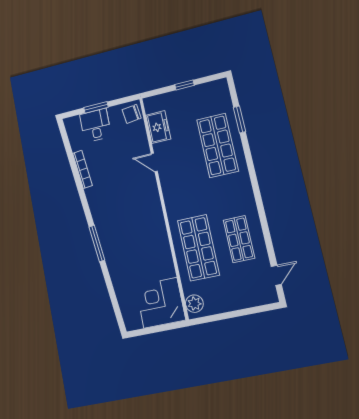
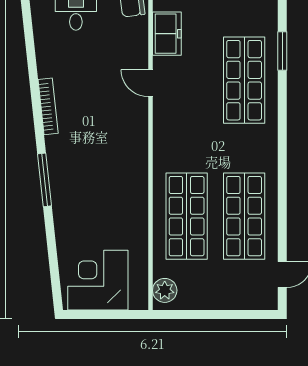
bookcase: (82, 169) -> (48, 106), moved
shop shelf: (239, 239) -> (244, 216), width x1.43, depth x1.36
corner desk: (160, 303) -> (98, 280), moved

